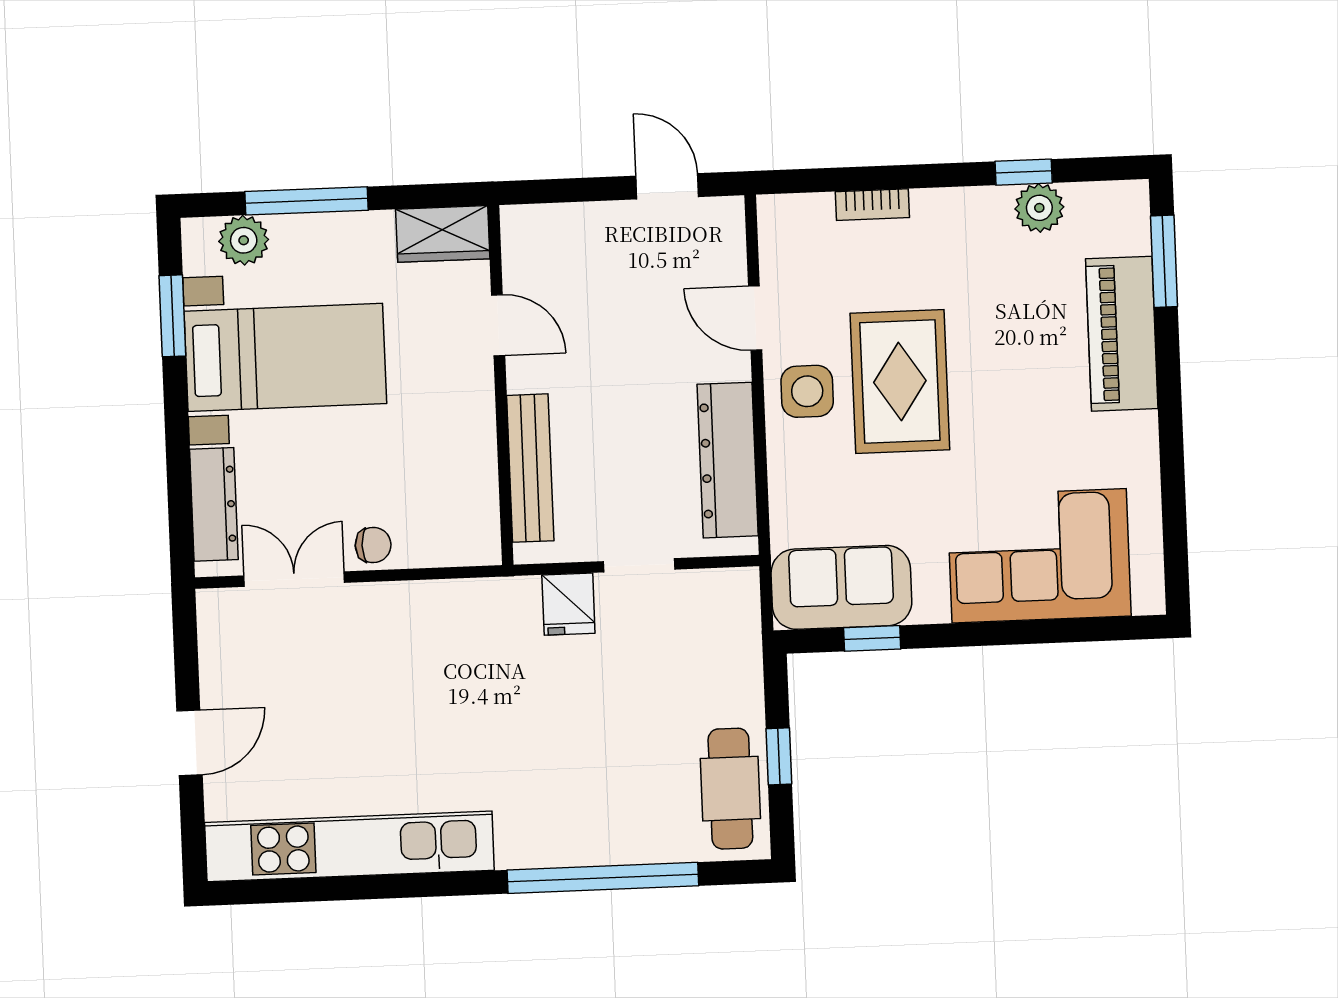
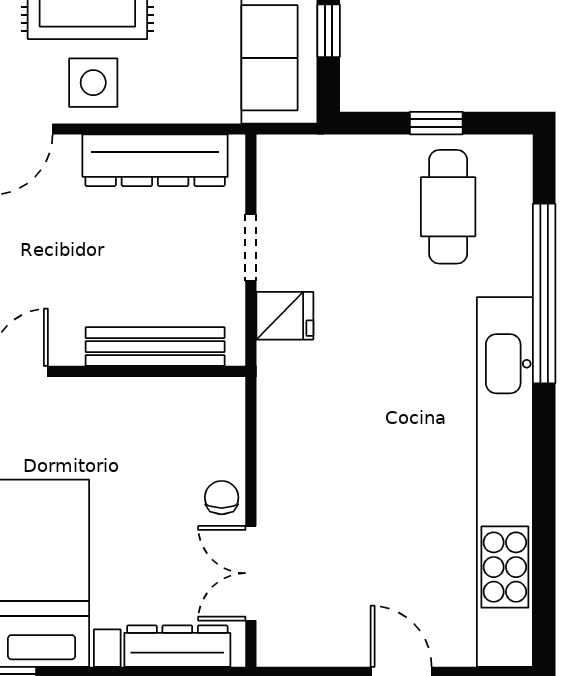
cafe table: (730, 789) -> (448, 207), moved, turned 90
kitchen unit: (349, 846) -> (505, 482), width x1.36

